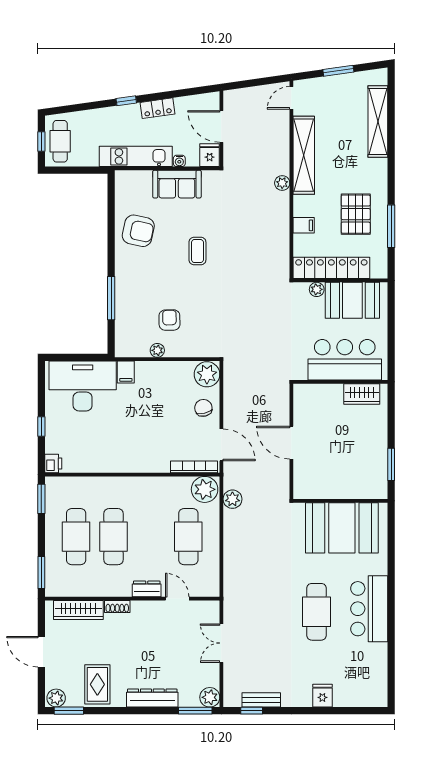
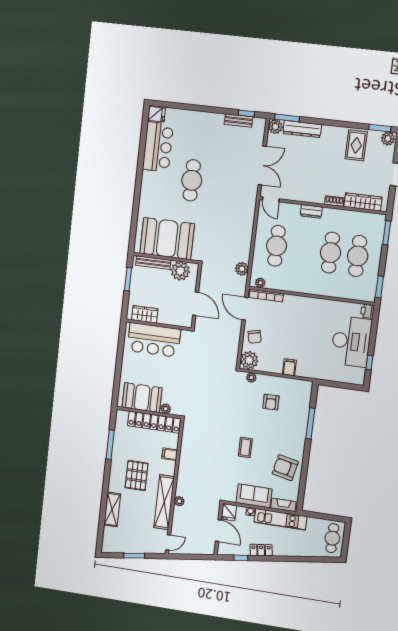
window: (126, 101) -> (241, 558), moved
shelving: (378, 122) -> (112, 509), width x0.68
window: (41, 141) -> (346, 540), removed
fireplace: (134, 178) -> (283, 505), added
plant: (282, 183) -> (179, 501), moved
pallet: (356, 214) -> (137, 476), moved
plant: (157, 350) -> (251, 378), moved
bar counter: (345, 360) -> (154, 340), moved
filing cabinet: (126, 372) -> (289, 367), moved
wall: (340, 382) -> (159, 325), moved
desk: (83, 386) -> (351, 341), moved, turned -90
wardrobe: (362, 394) -> (145, 314), moved
window: (41, 427) -> (369, 362), moved
plant: (318, 486) -> (180, 271), added
plant: (205, 489) -> (260, 283), width x0.53, depth x0.53
bench: (358, 492) -> (153, 263), added
door: (177, 599) -> (271, 199), moved
bar counter: (369, 609) -> (158, 147), moved
double door: (221, 643) -> (262, 165), width x1.37
fridge: (322, 696) -> (157, 114), moved, turned -90
dresser: (152, 698) -> (302, 129), moved

